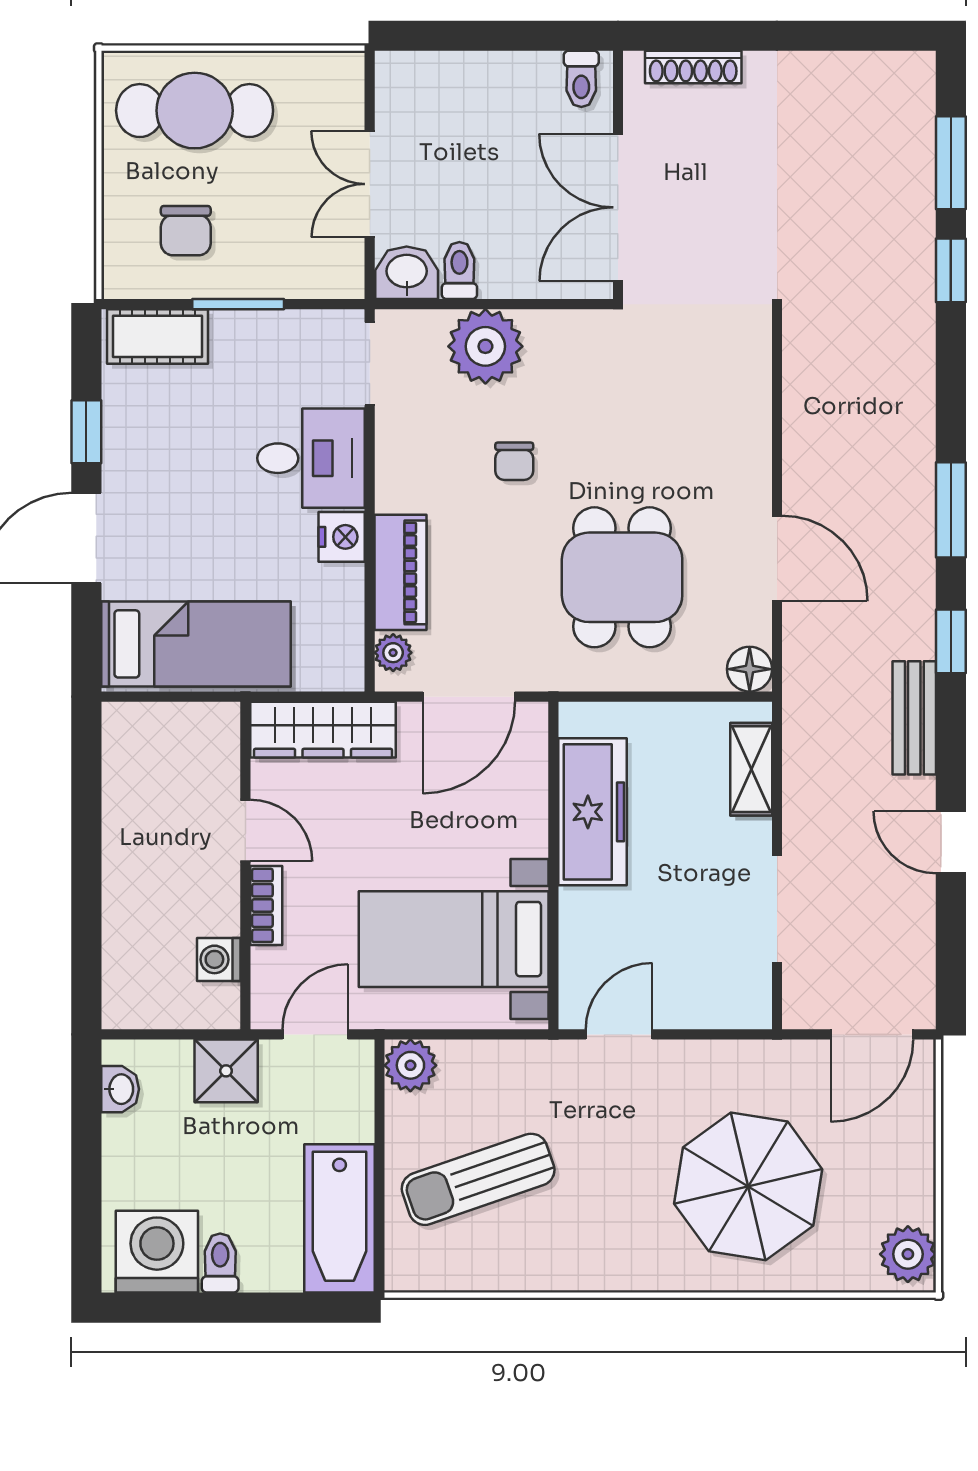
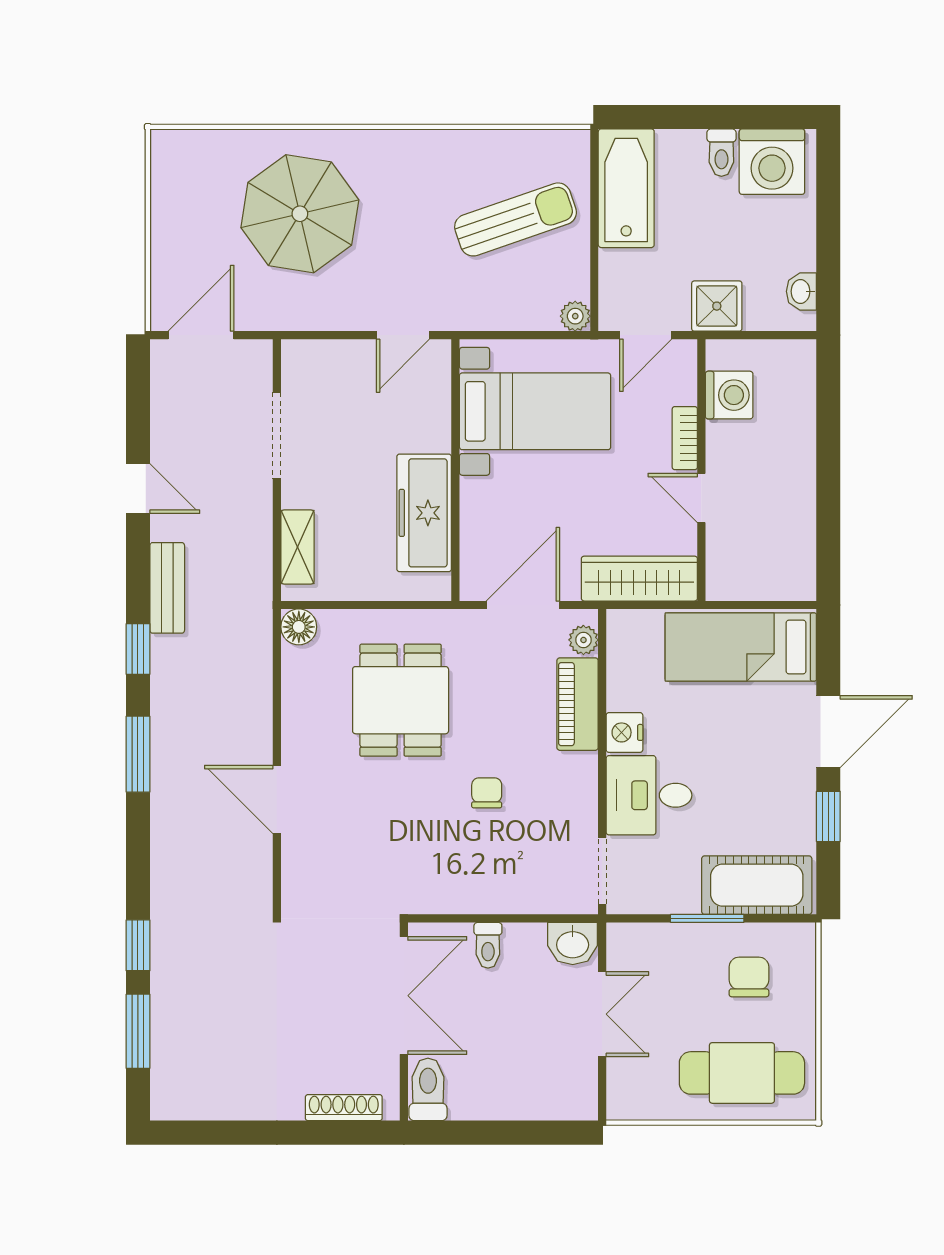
toilet: (581, 79) -> (428, 1089), width x1.37, depth x1.39
toilet: (459, 270) -> (488, 945), moved
cot: (157, 336) -> (757, 885), width x1.37, depth x1.34
plant: (485, 346) -> (510, 885), removed
door: (777, 558) -> (277, 799), moved
washing machine: (219, 959) -> (729, 395), width x1.38, depth x1.38
plant: (410, 1065) -> (575, 316), width x0.73, depth x0.73
plant: (908, 1254) -> (172, 160), removed

